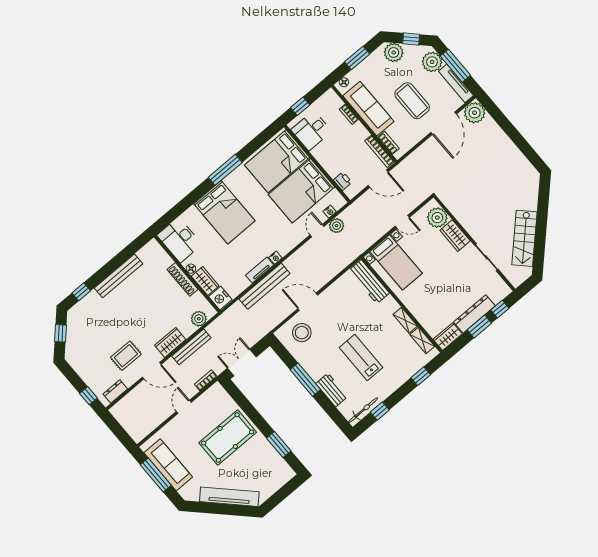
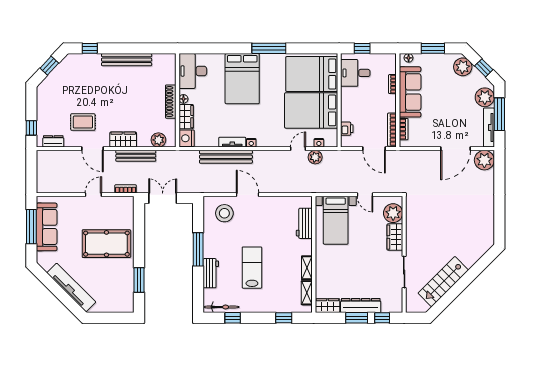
coffee table: (412, 101) -> (447, 113), removed
workbench: (369, 282) -> (304, 223), width x0.73

